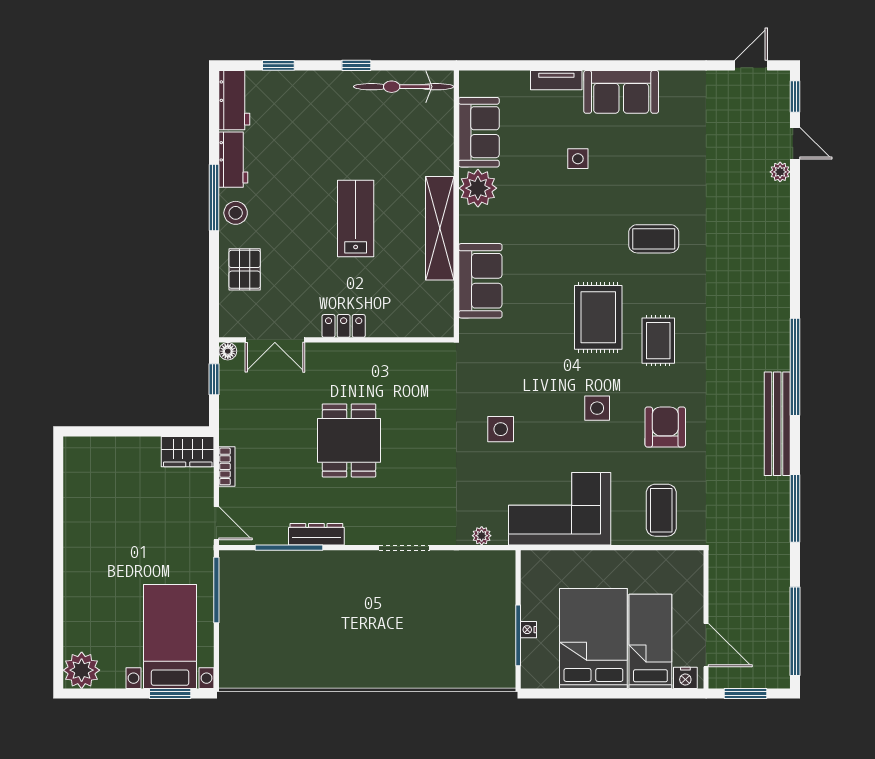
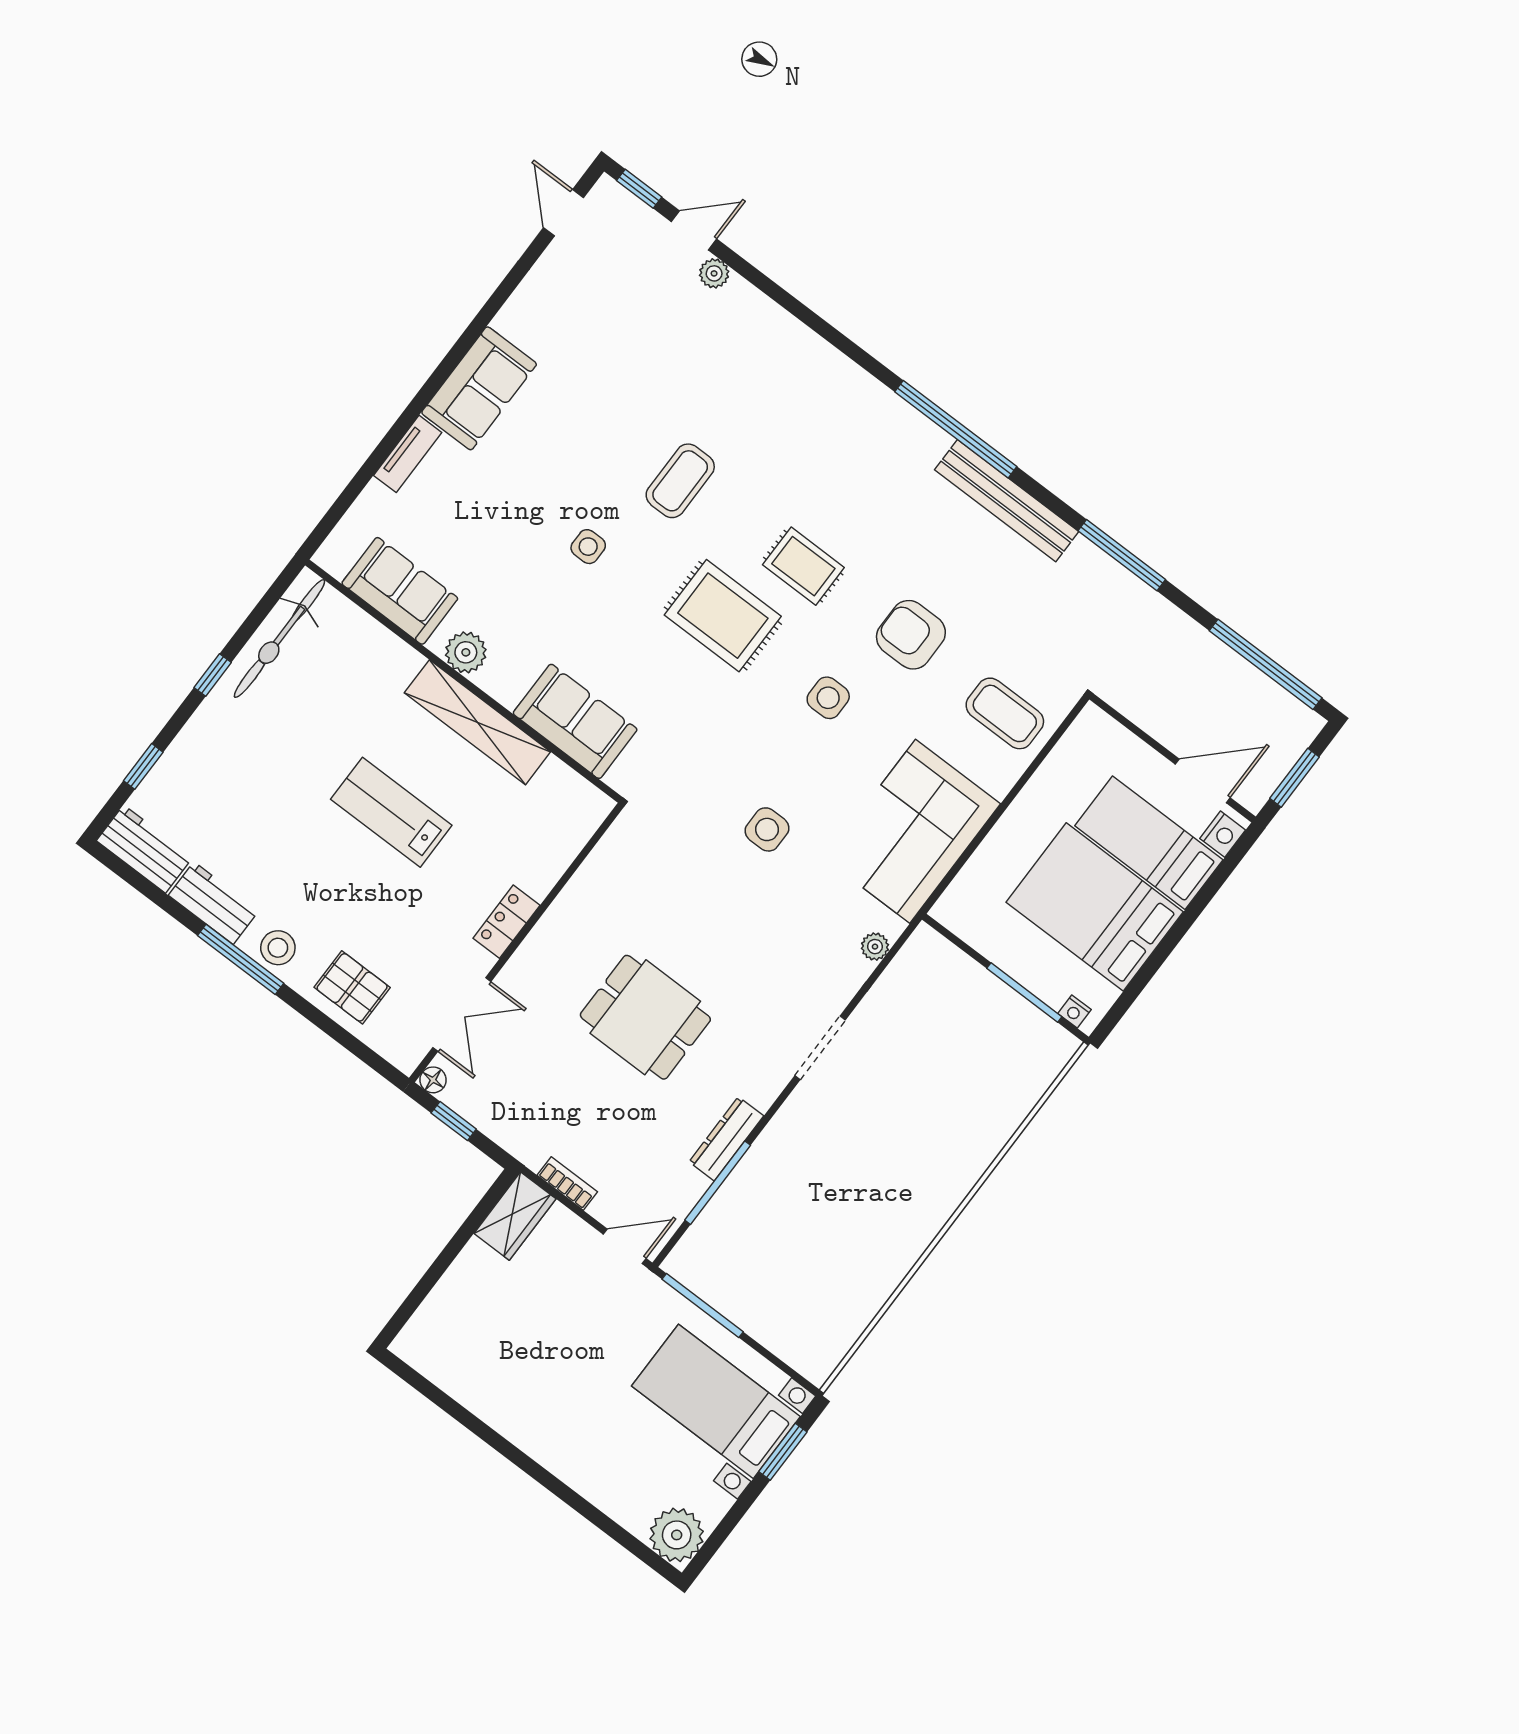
side table: (578, 159) -> (588, 547), moved
plant: (478, 188) -> (466, 652), width x0.73, depth x0.73
nightstand: (528, 630) -> (1075, 1012), moved

